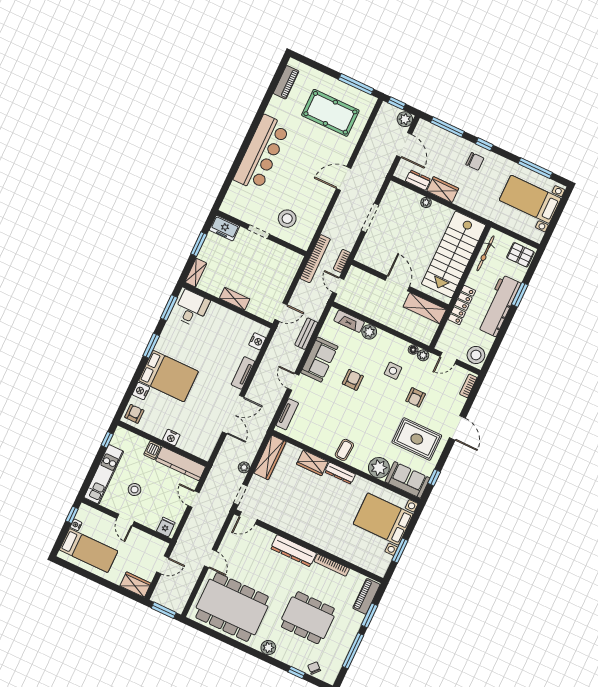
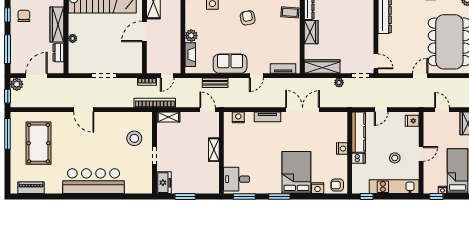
wardrobe: (443, 190) -> (57, 24), width x1.50
shelving: (196, 273) -> (168, 117), moved
armchair: (353, 380) -> (248, 18), moved, turned 80

